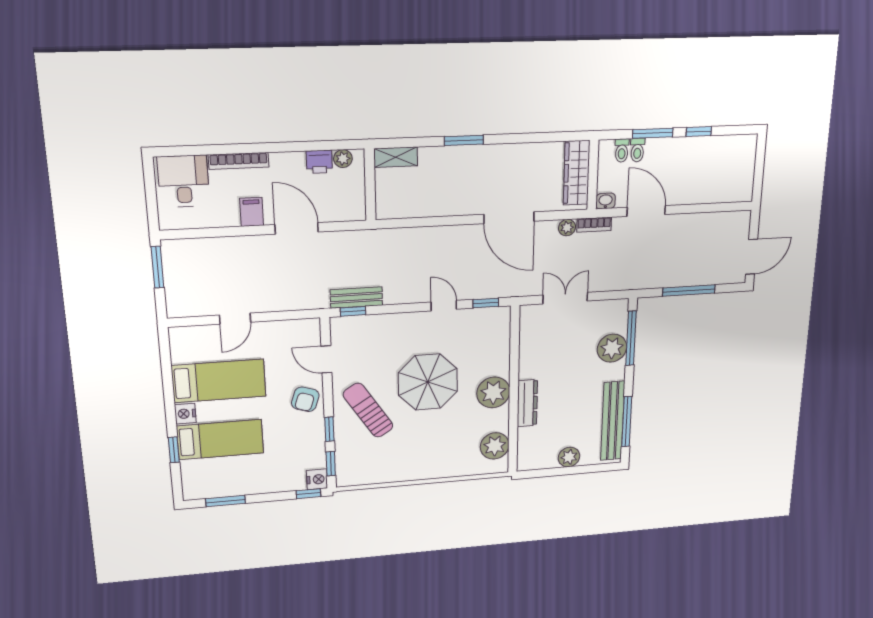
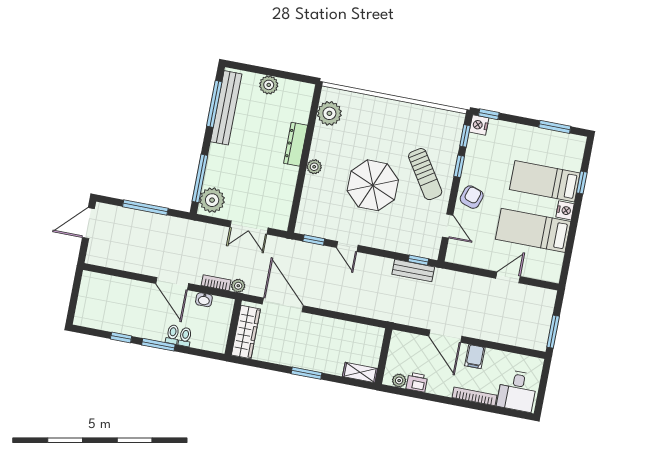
wardrobe: (577, 173) -> (246, 332), moved
wall: (593, 175) -> (233, 327), moved
plant: (612, 348) -> (212, 200), moved
plant: (493, 392) -> (314, 167), width x0.53, depth x0.53

